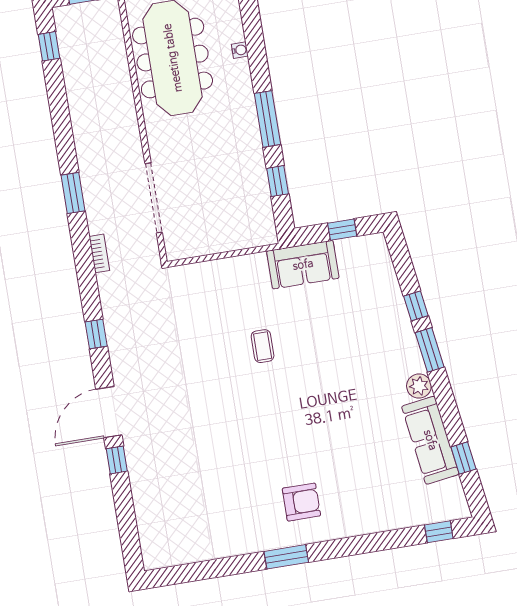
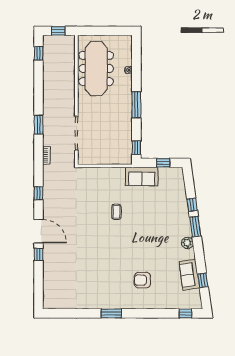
window: (278, 181) -> (136, 148), moved
door: (109, 412) -> (39, 231), swing flipped
sofa: (430, 440) -> (189, 275), width x0.73
armchair: (301, 502) -> (142, 280), moved, turned 180

